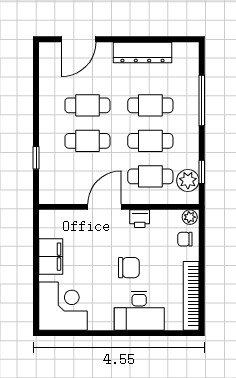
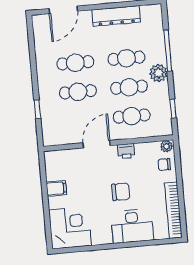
plant: (188, 180) -> (158, 73), moved
filing cabinet: (51, 257) -> (56, 188), width x0.50

